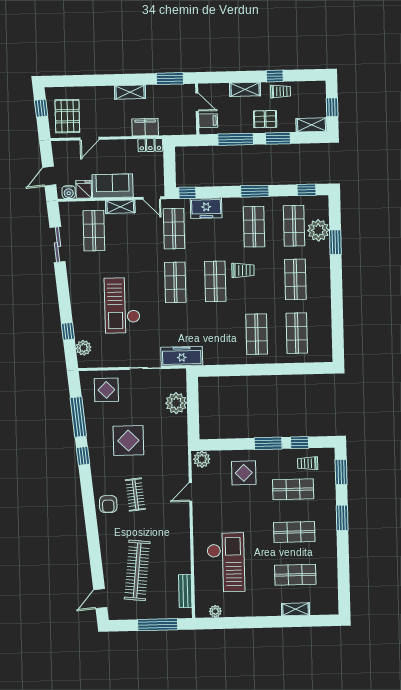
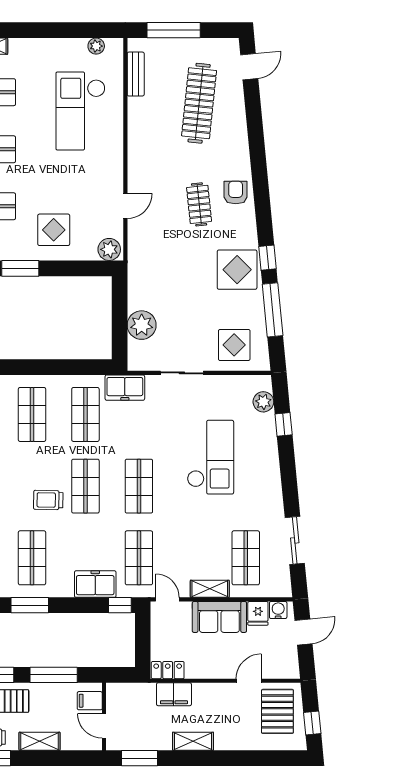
shop shelf: (217, 335) -> (85, 414), added
freezer: (182, 356) -> (125, 388), width x0.71
display table: (128, 441) -> (237, 270), moved

